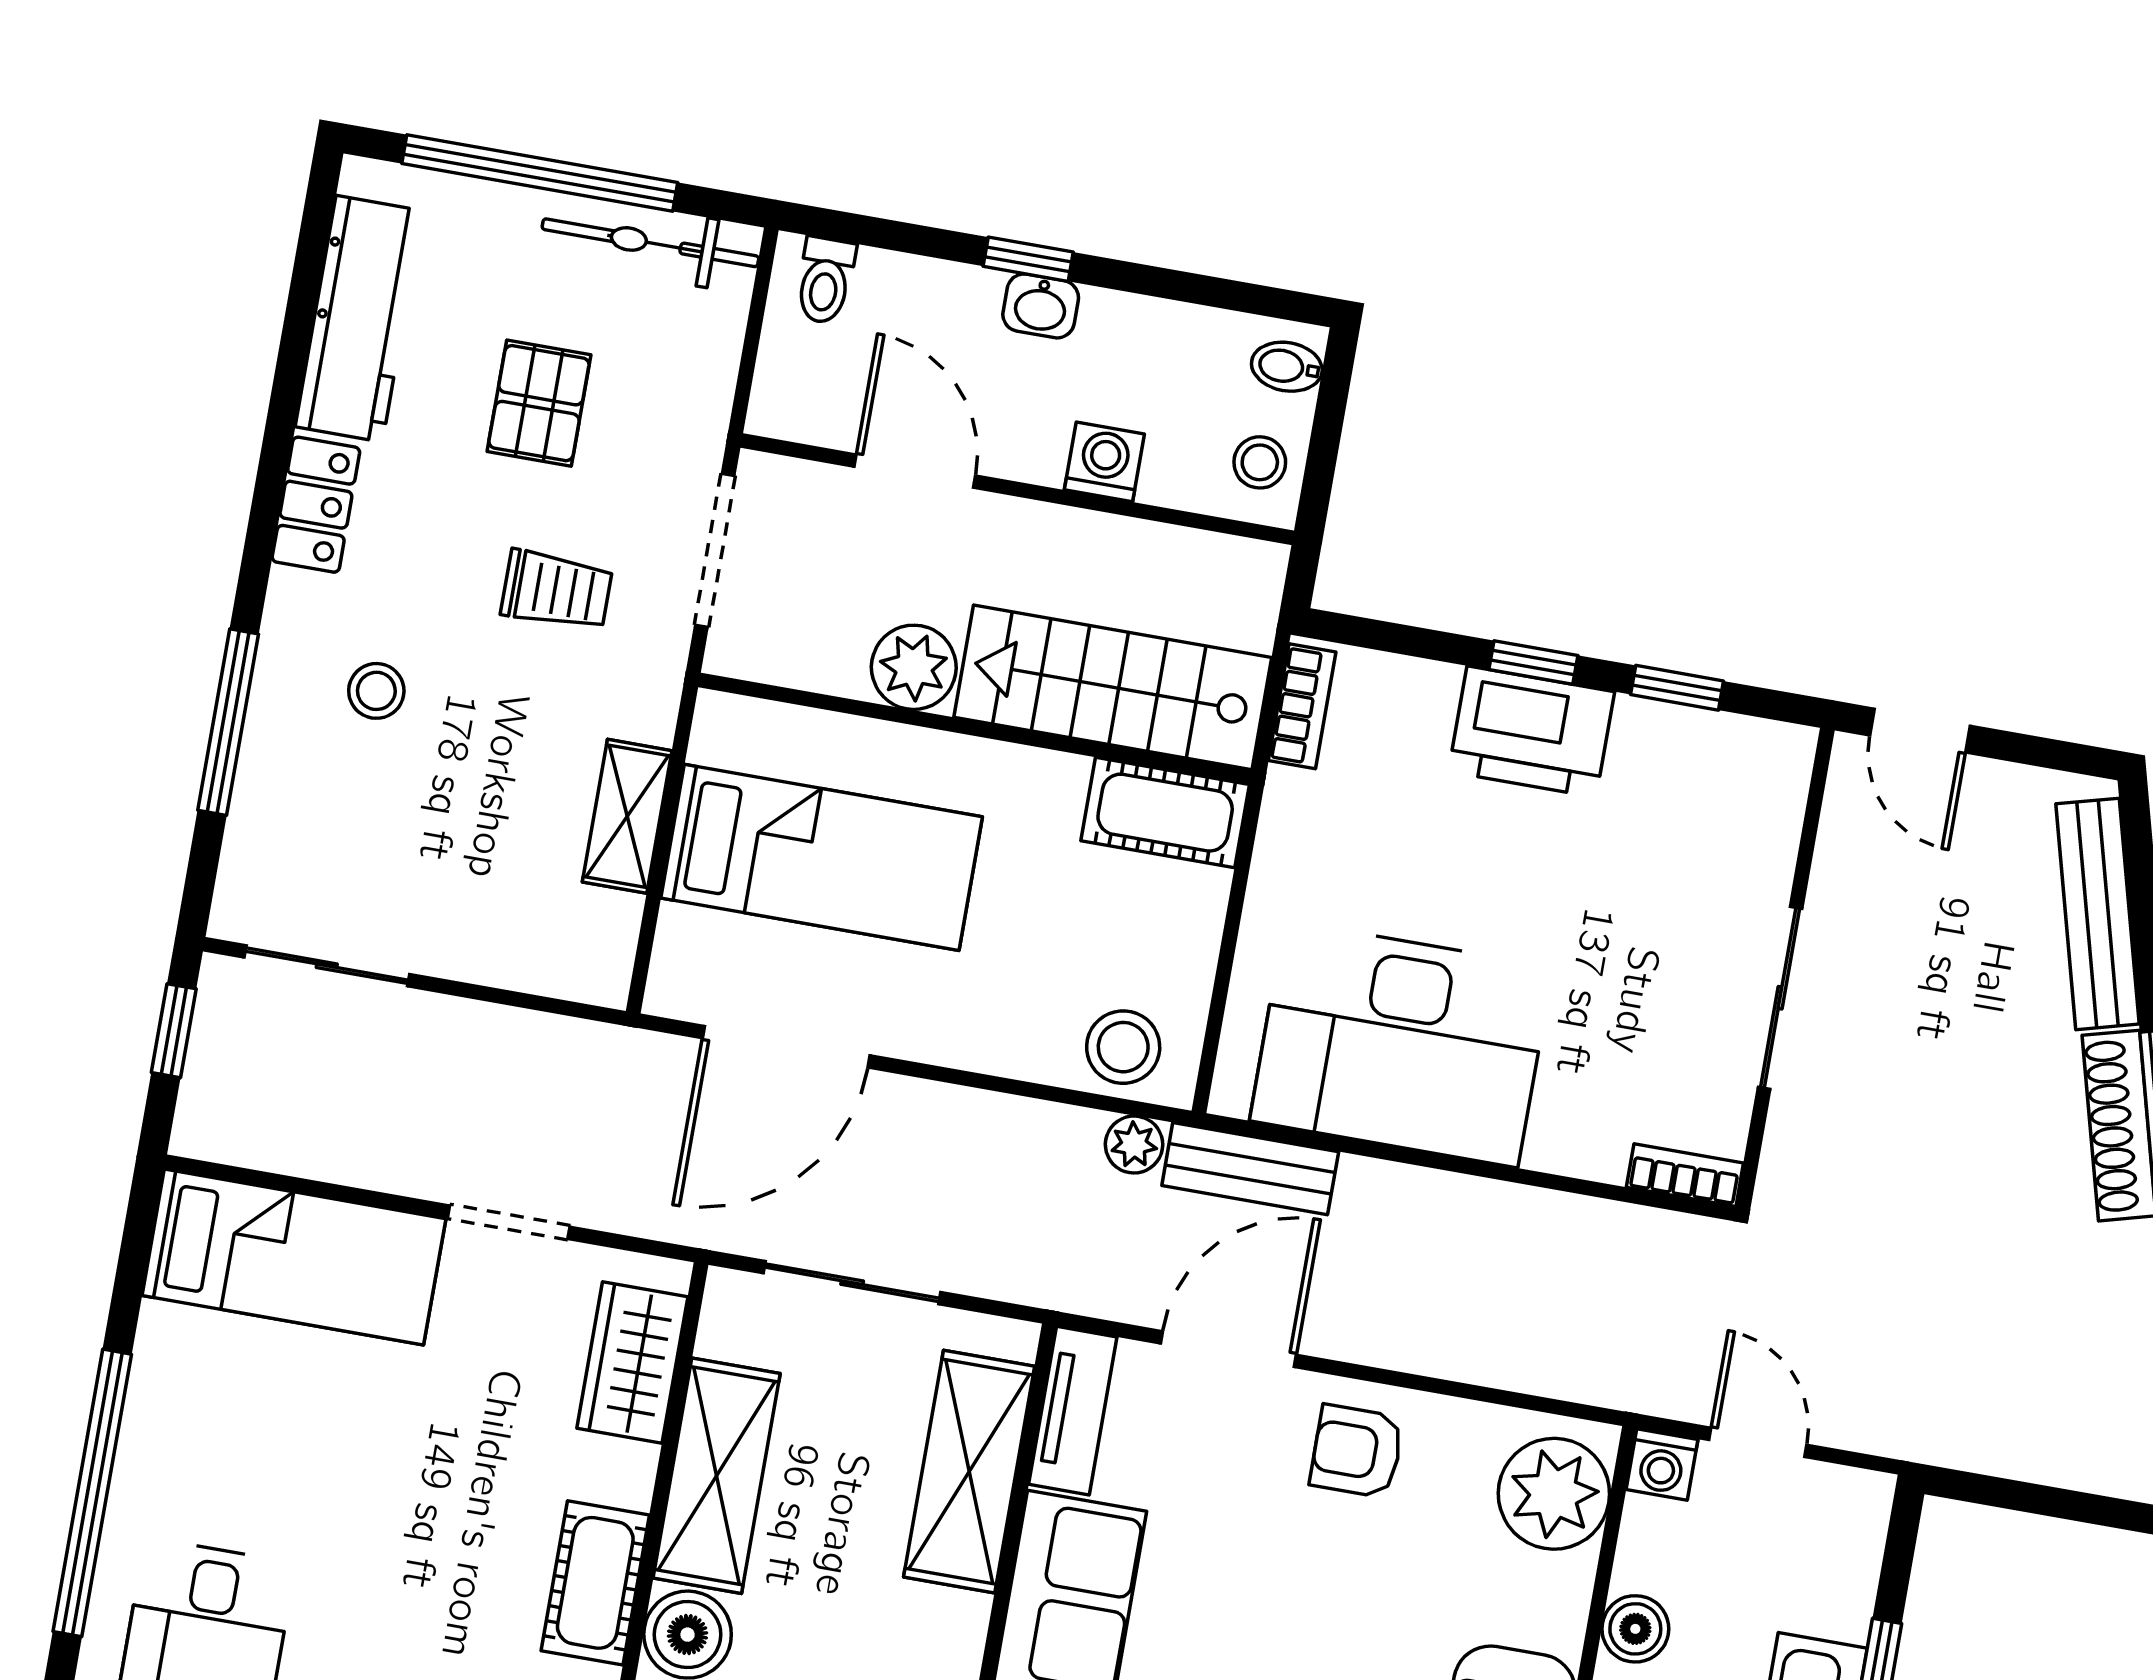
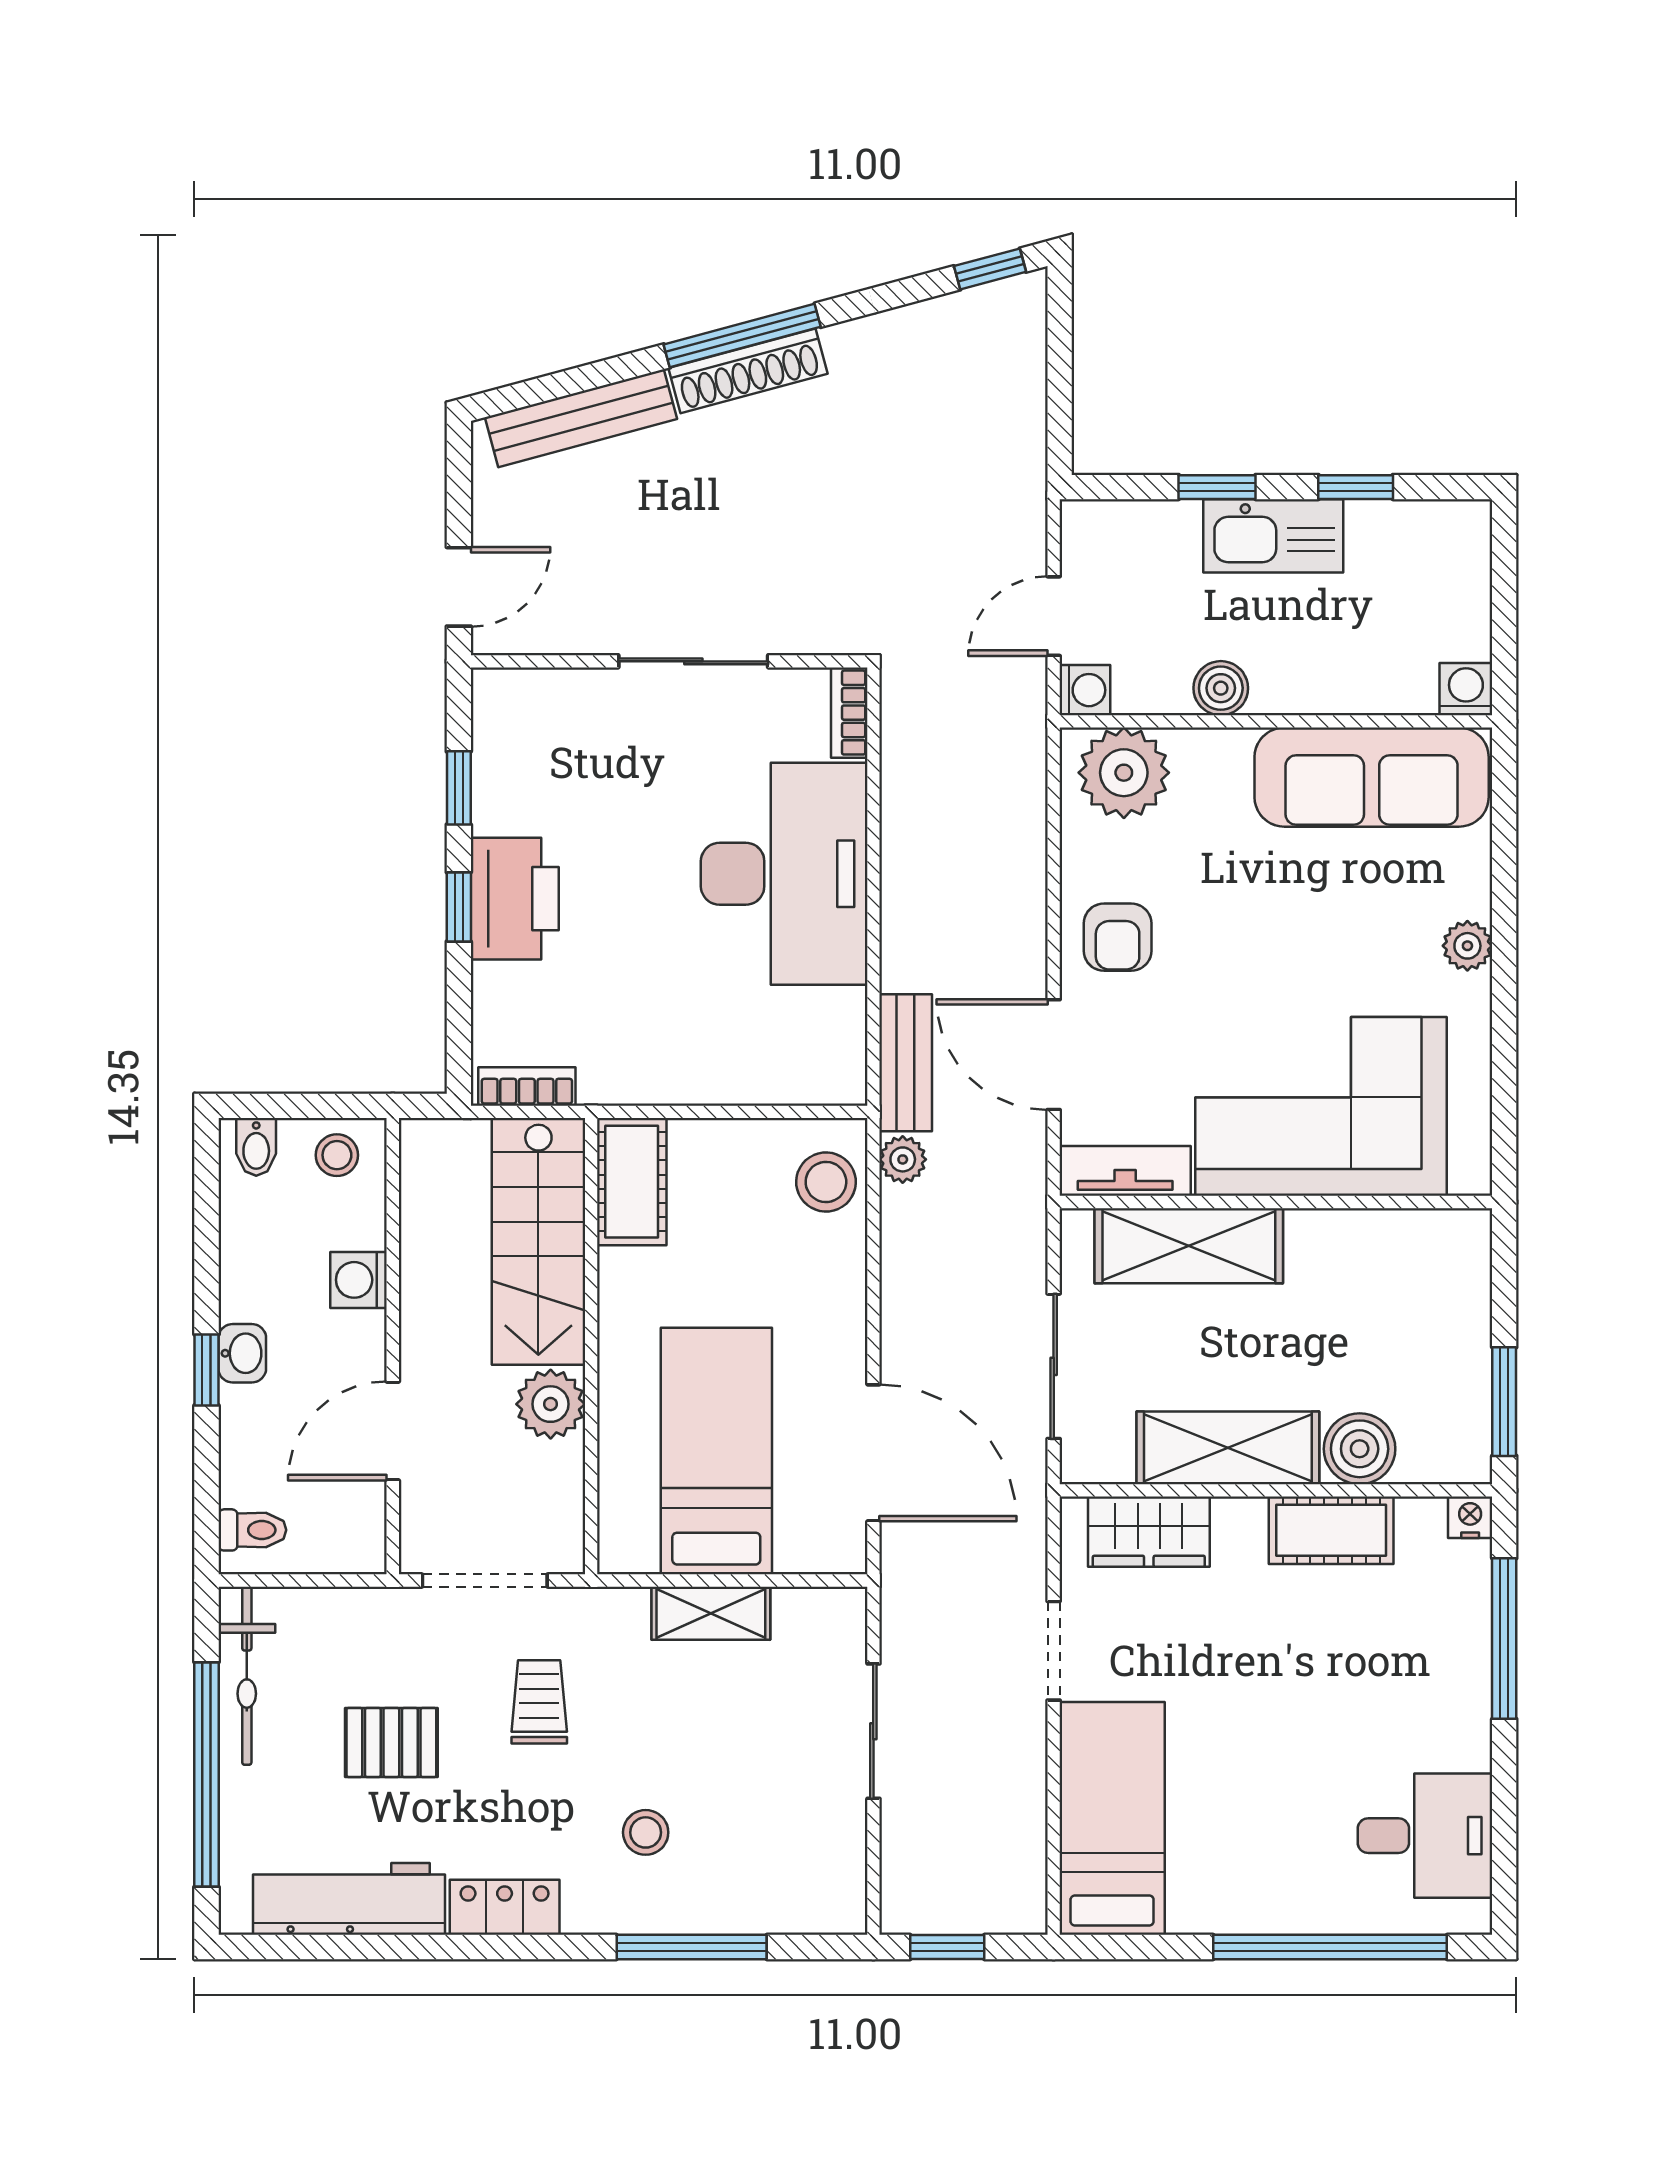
sliding door: (327, 966) -> (873, 1731), moved
desk: (1401, 1044) -> (784, 874), moved

